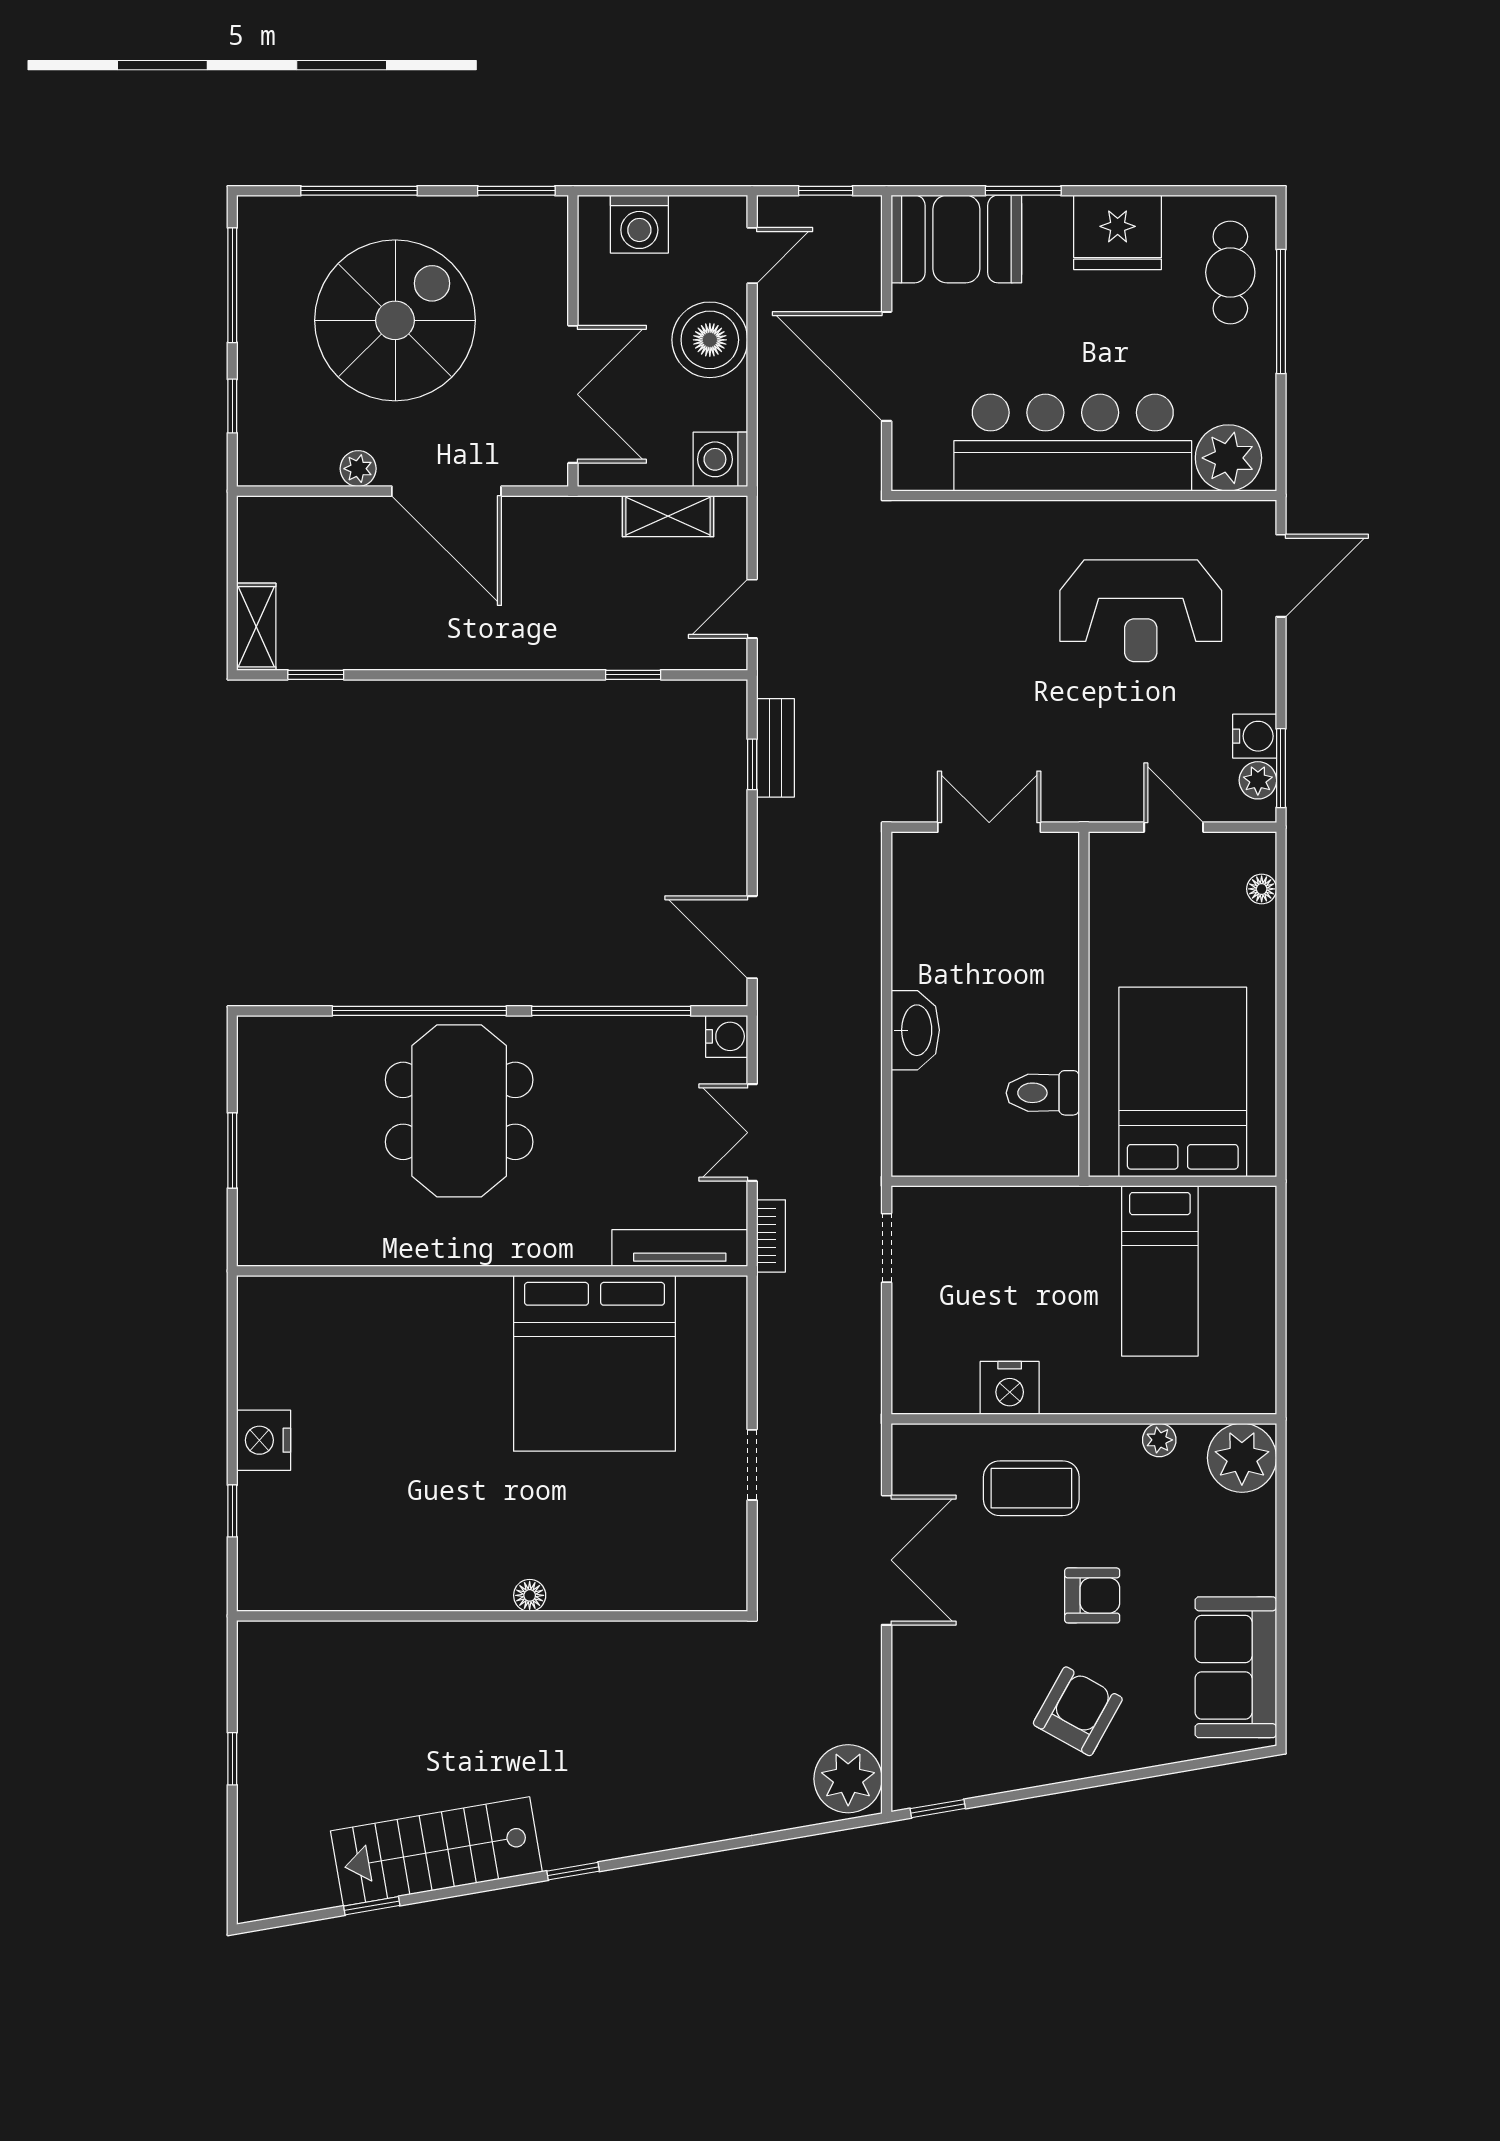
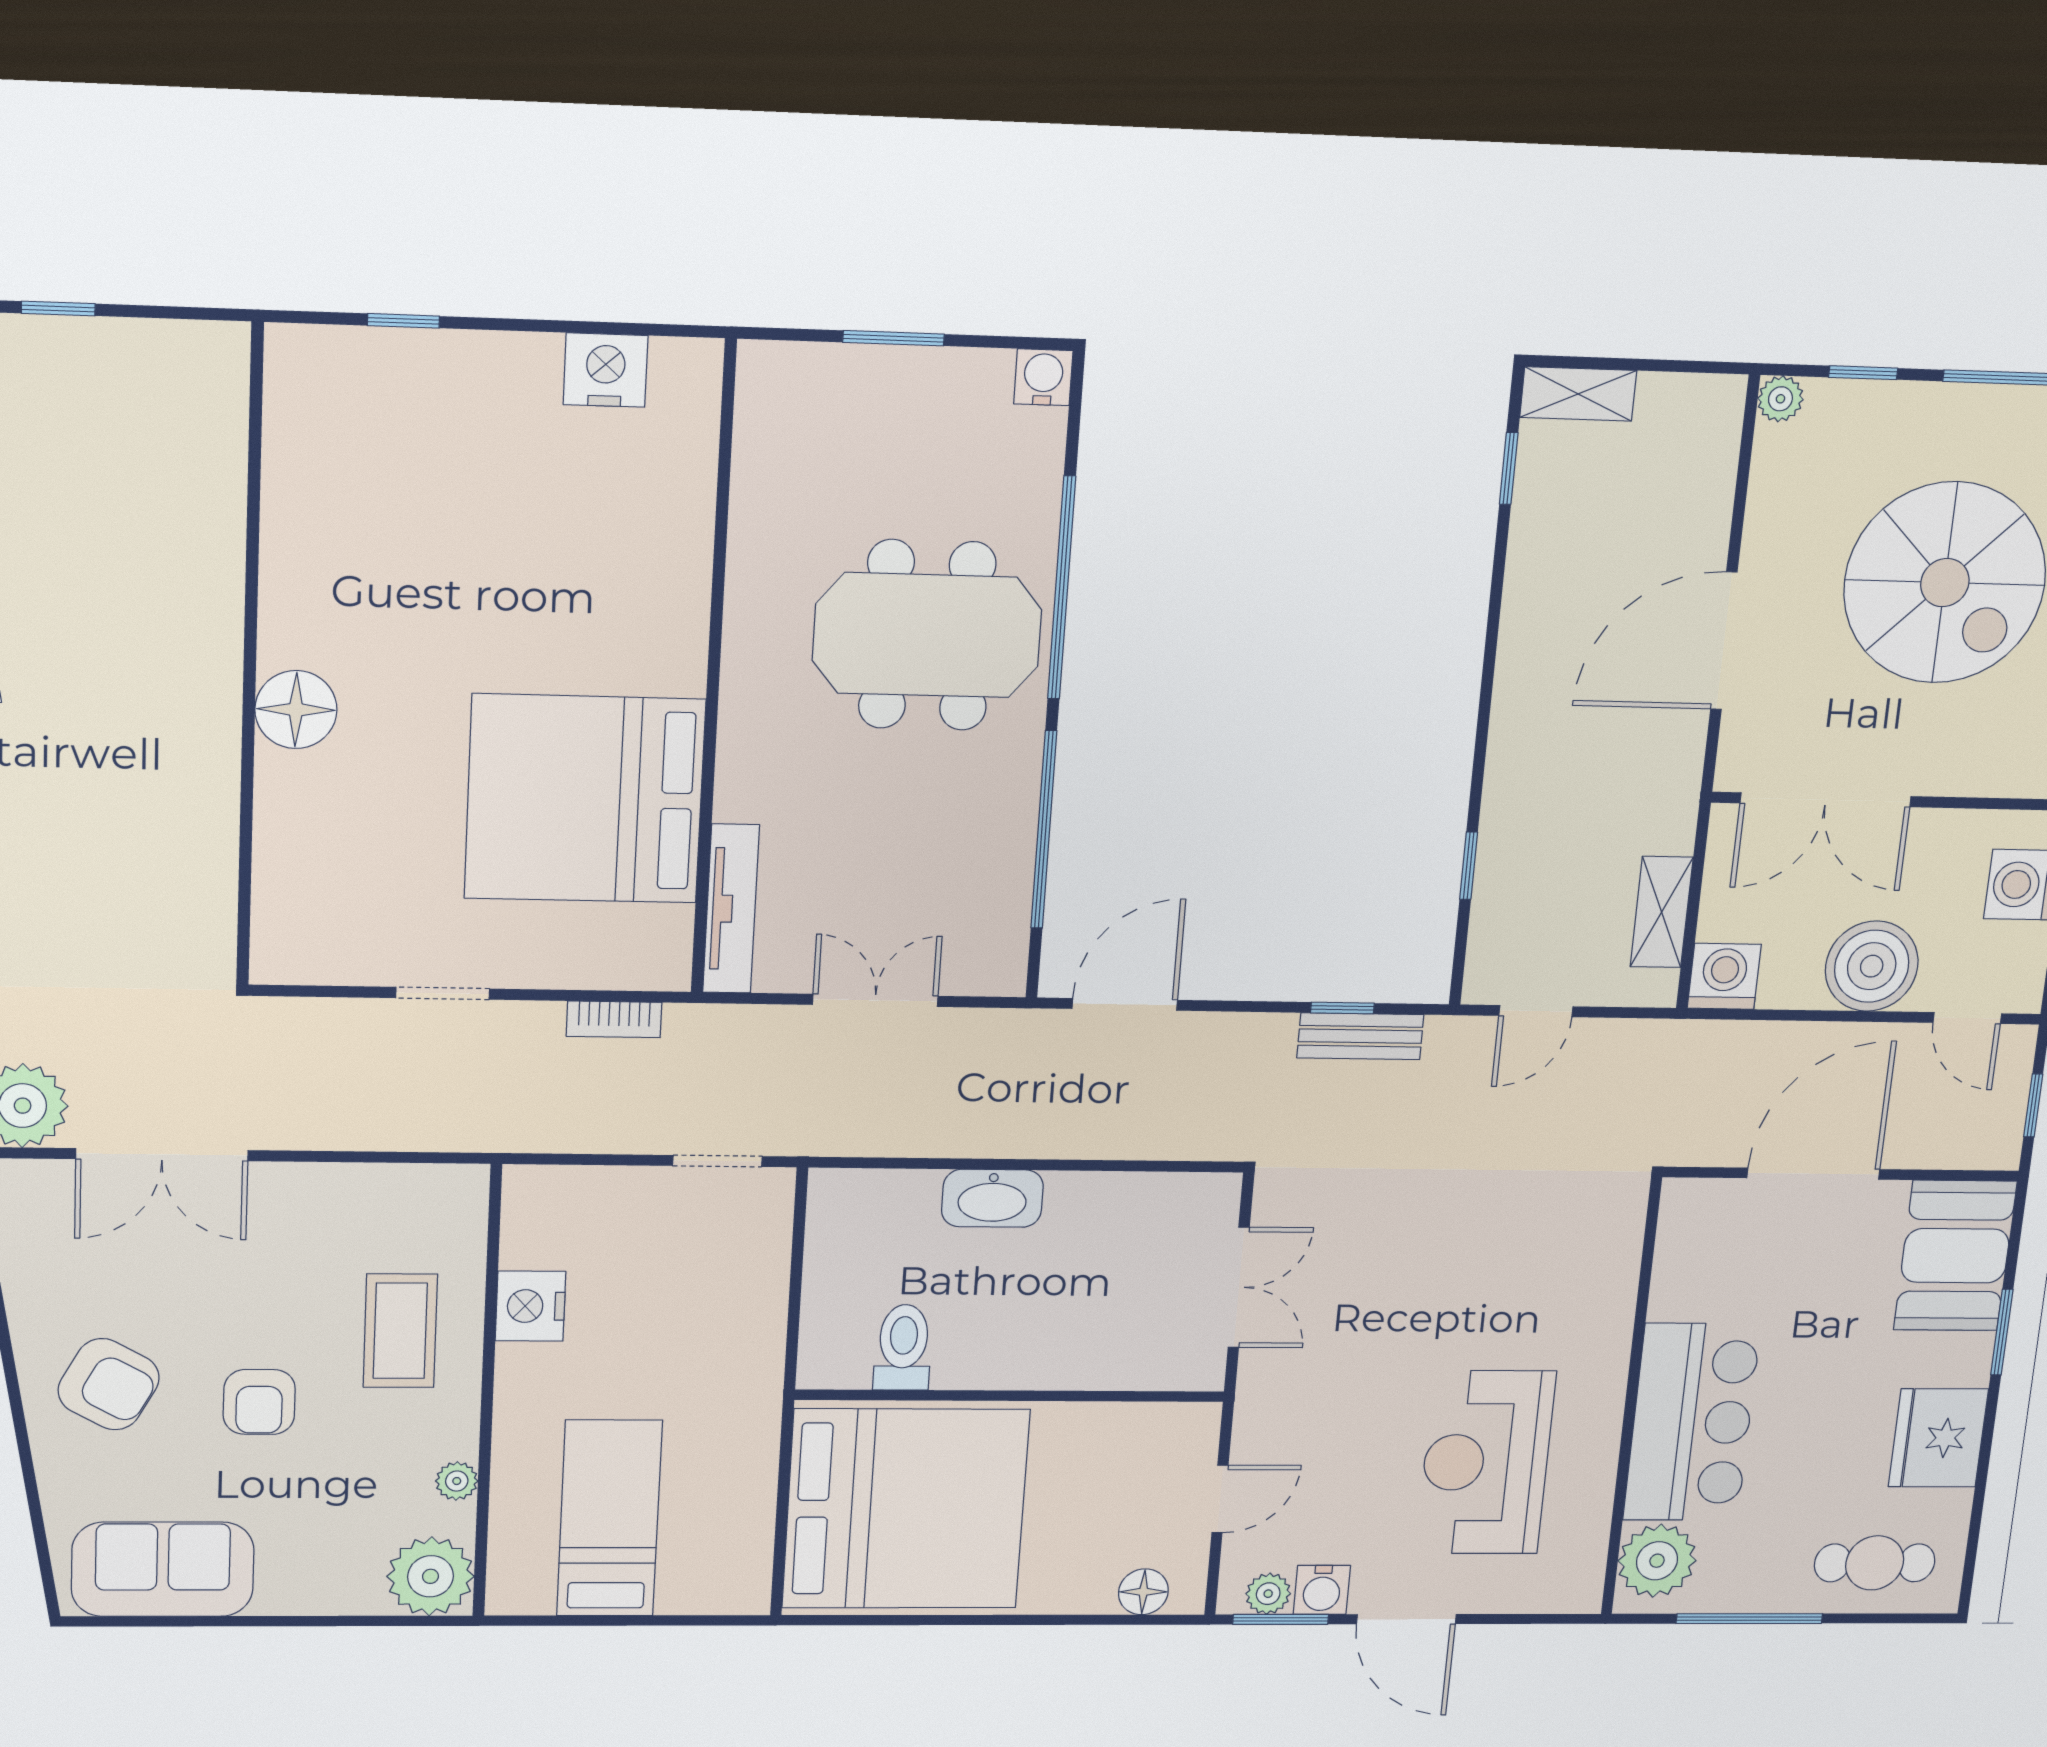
window: (1281, 312) -> (1749, 1619), moved
bar counter: (1073, 443) -> (1692, 1422), width x0.73
plant: (358, 469) -> (1780, 399), moved
door: (1281, 576) -> (1406, 1619), moved
door: (752, 609) -> (1536, 1011), swing flipped
floor lamp: (1262, 889) -> (1143, 1592), width x1.37, depth x1.37
water cooler: (727, 1036) -> (1043, 377), moved, turned 180
bed: (1183, 1082) -> (906, 1509), width x1.36
bookcase: (771, 1236) -> (614, 1019), moved
bed: (1160, 1271) -> (609, 1518), moved, turned 90
nightstand: (264, 1440) -> (606, 370), moved
double door: (887, 1560) -> (162, 1155), moved
floor lamp: (530, 1595) -> (296, 710), width x1.89, depth x1.89

